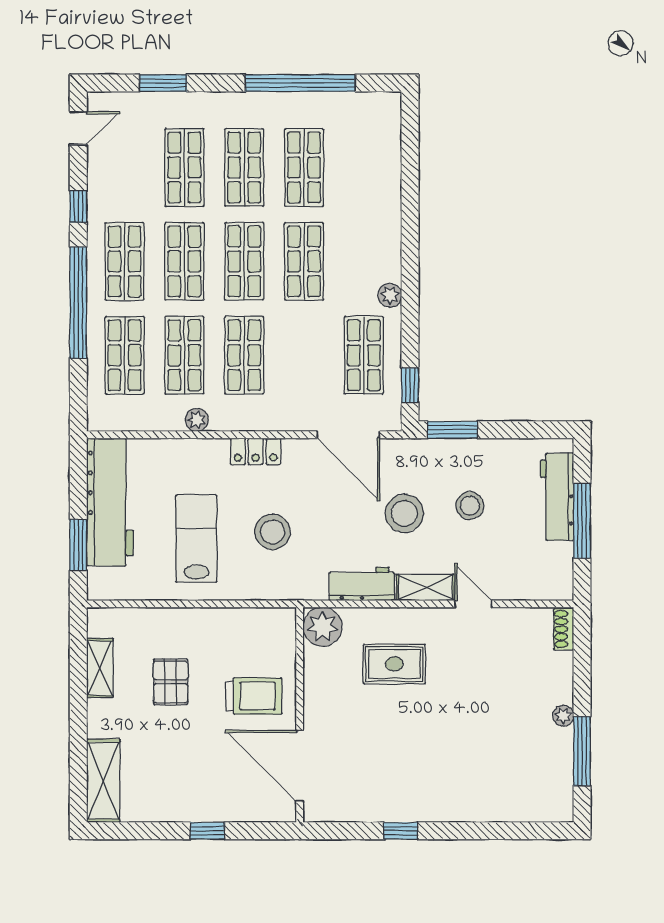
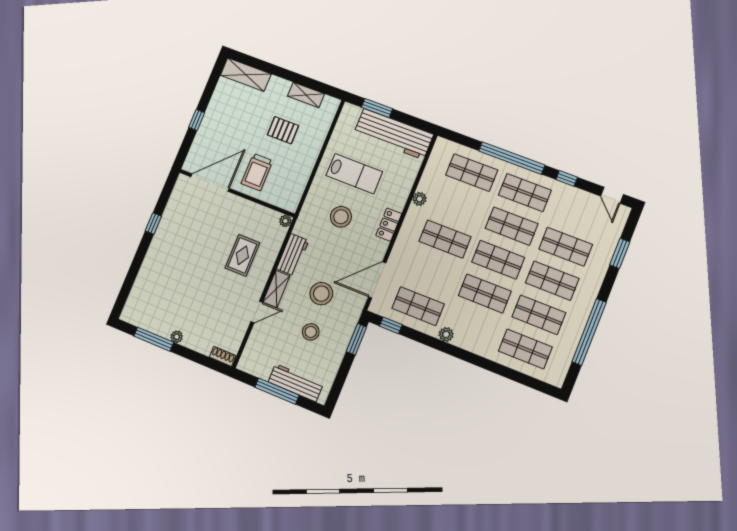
shop shelf: (184, 355) -> (525, 349), moved
plant: (322, 627) -> (285, 221), width x0.53, depth x0.53

